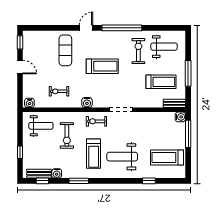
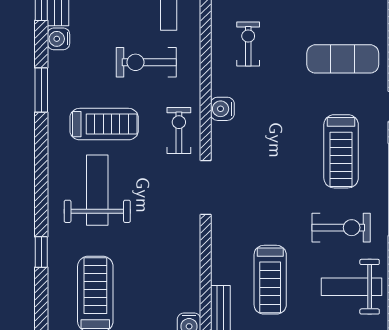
weight bench: (164, 47) -> (352, 287), turned 90
treadmill: (102, 66) -> (341, 151), moved
treadmill: (94, 154) -> (104, 124), turned 180

